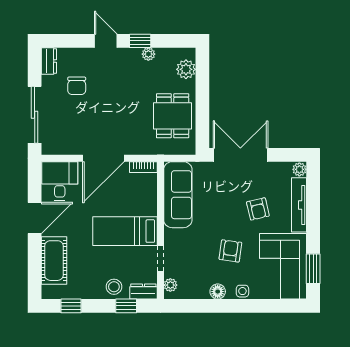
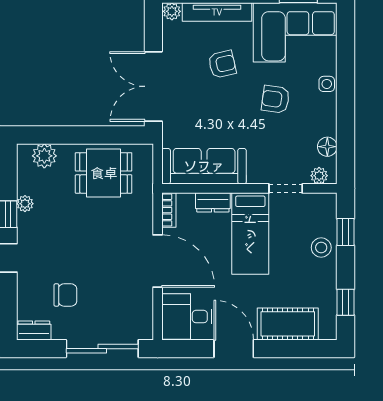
dresser: (143, 291) -> (213, 202), moved, turned -90
floor lamp: (218, 292) -> (327, 147), moved

